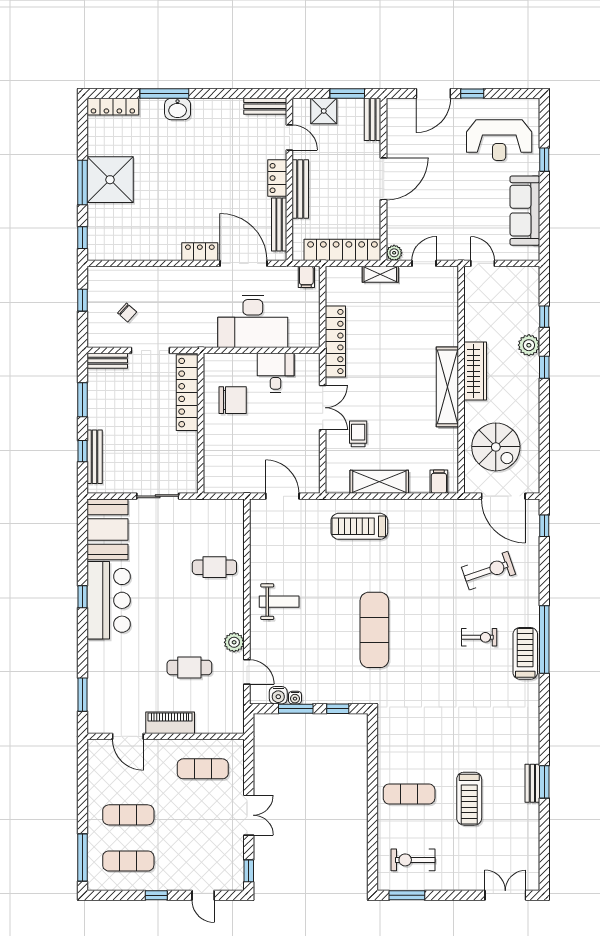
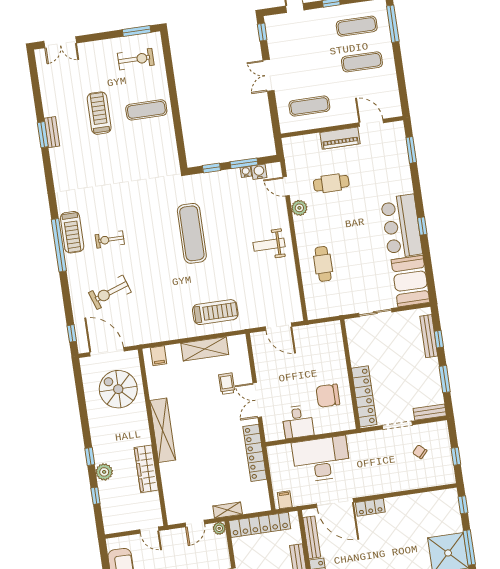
wardrobe: (475, 371) -> (146, 469), moved
trolley: (358, 434) -> (227, 384), turned 180
cafe table: (214, 567) -> (323, 264), turned 90

